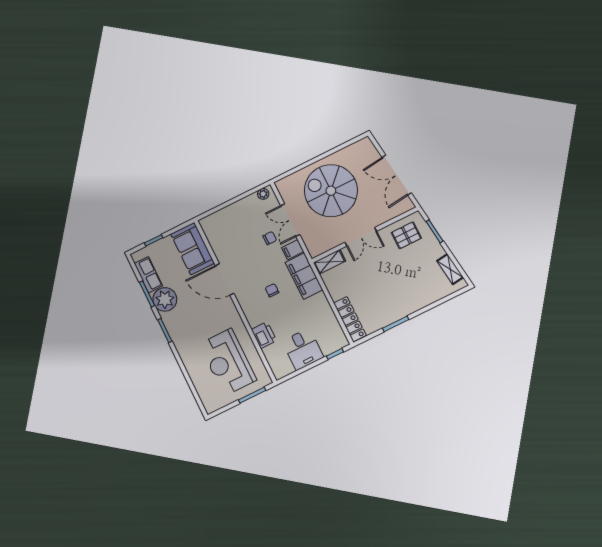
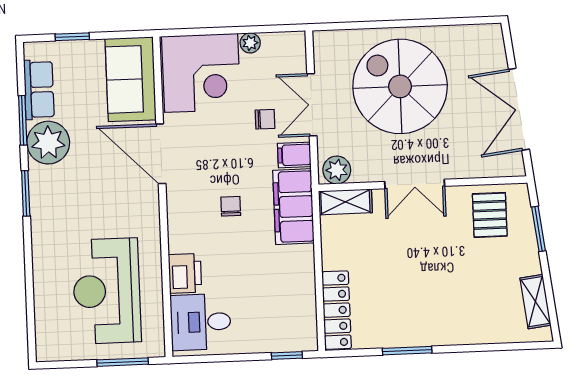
plant: (263, 194) -> (250, 43), moved
corner desk: (227, 229) -> (201, 73), added
pallet: (406, 235) -> (490, 215), turned 90
plant: (318, 247) -> (337, 170), added
desk: (303, 349) -> (201, 322), moved, turned 90

